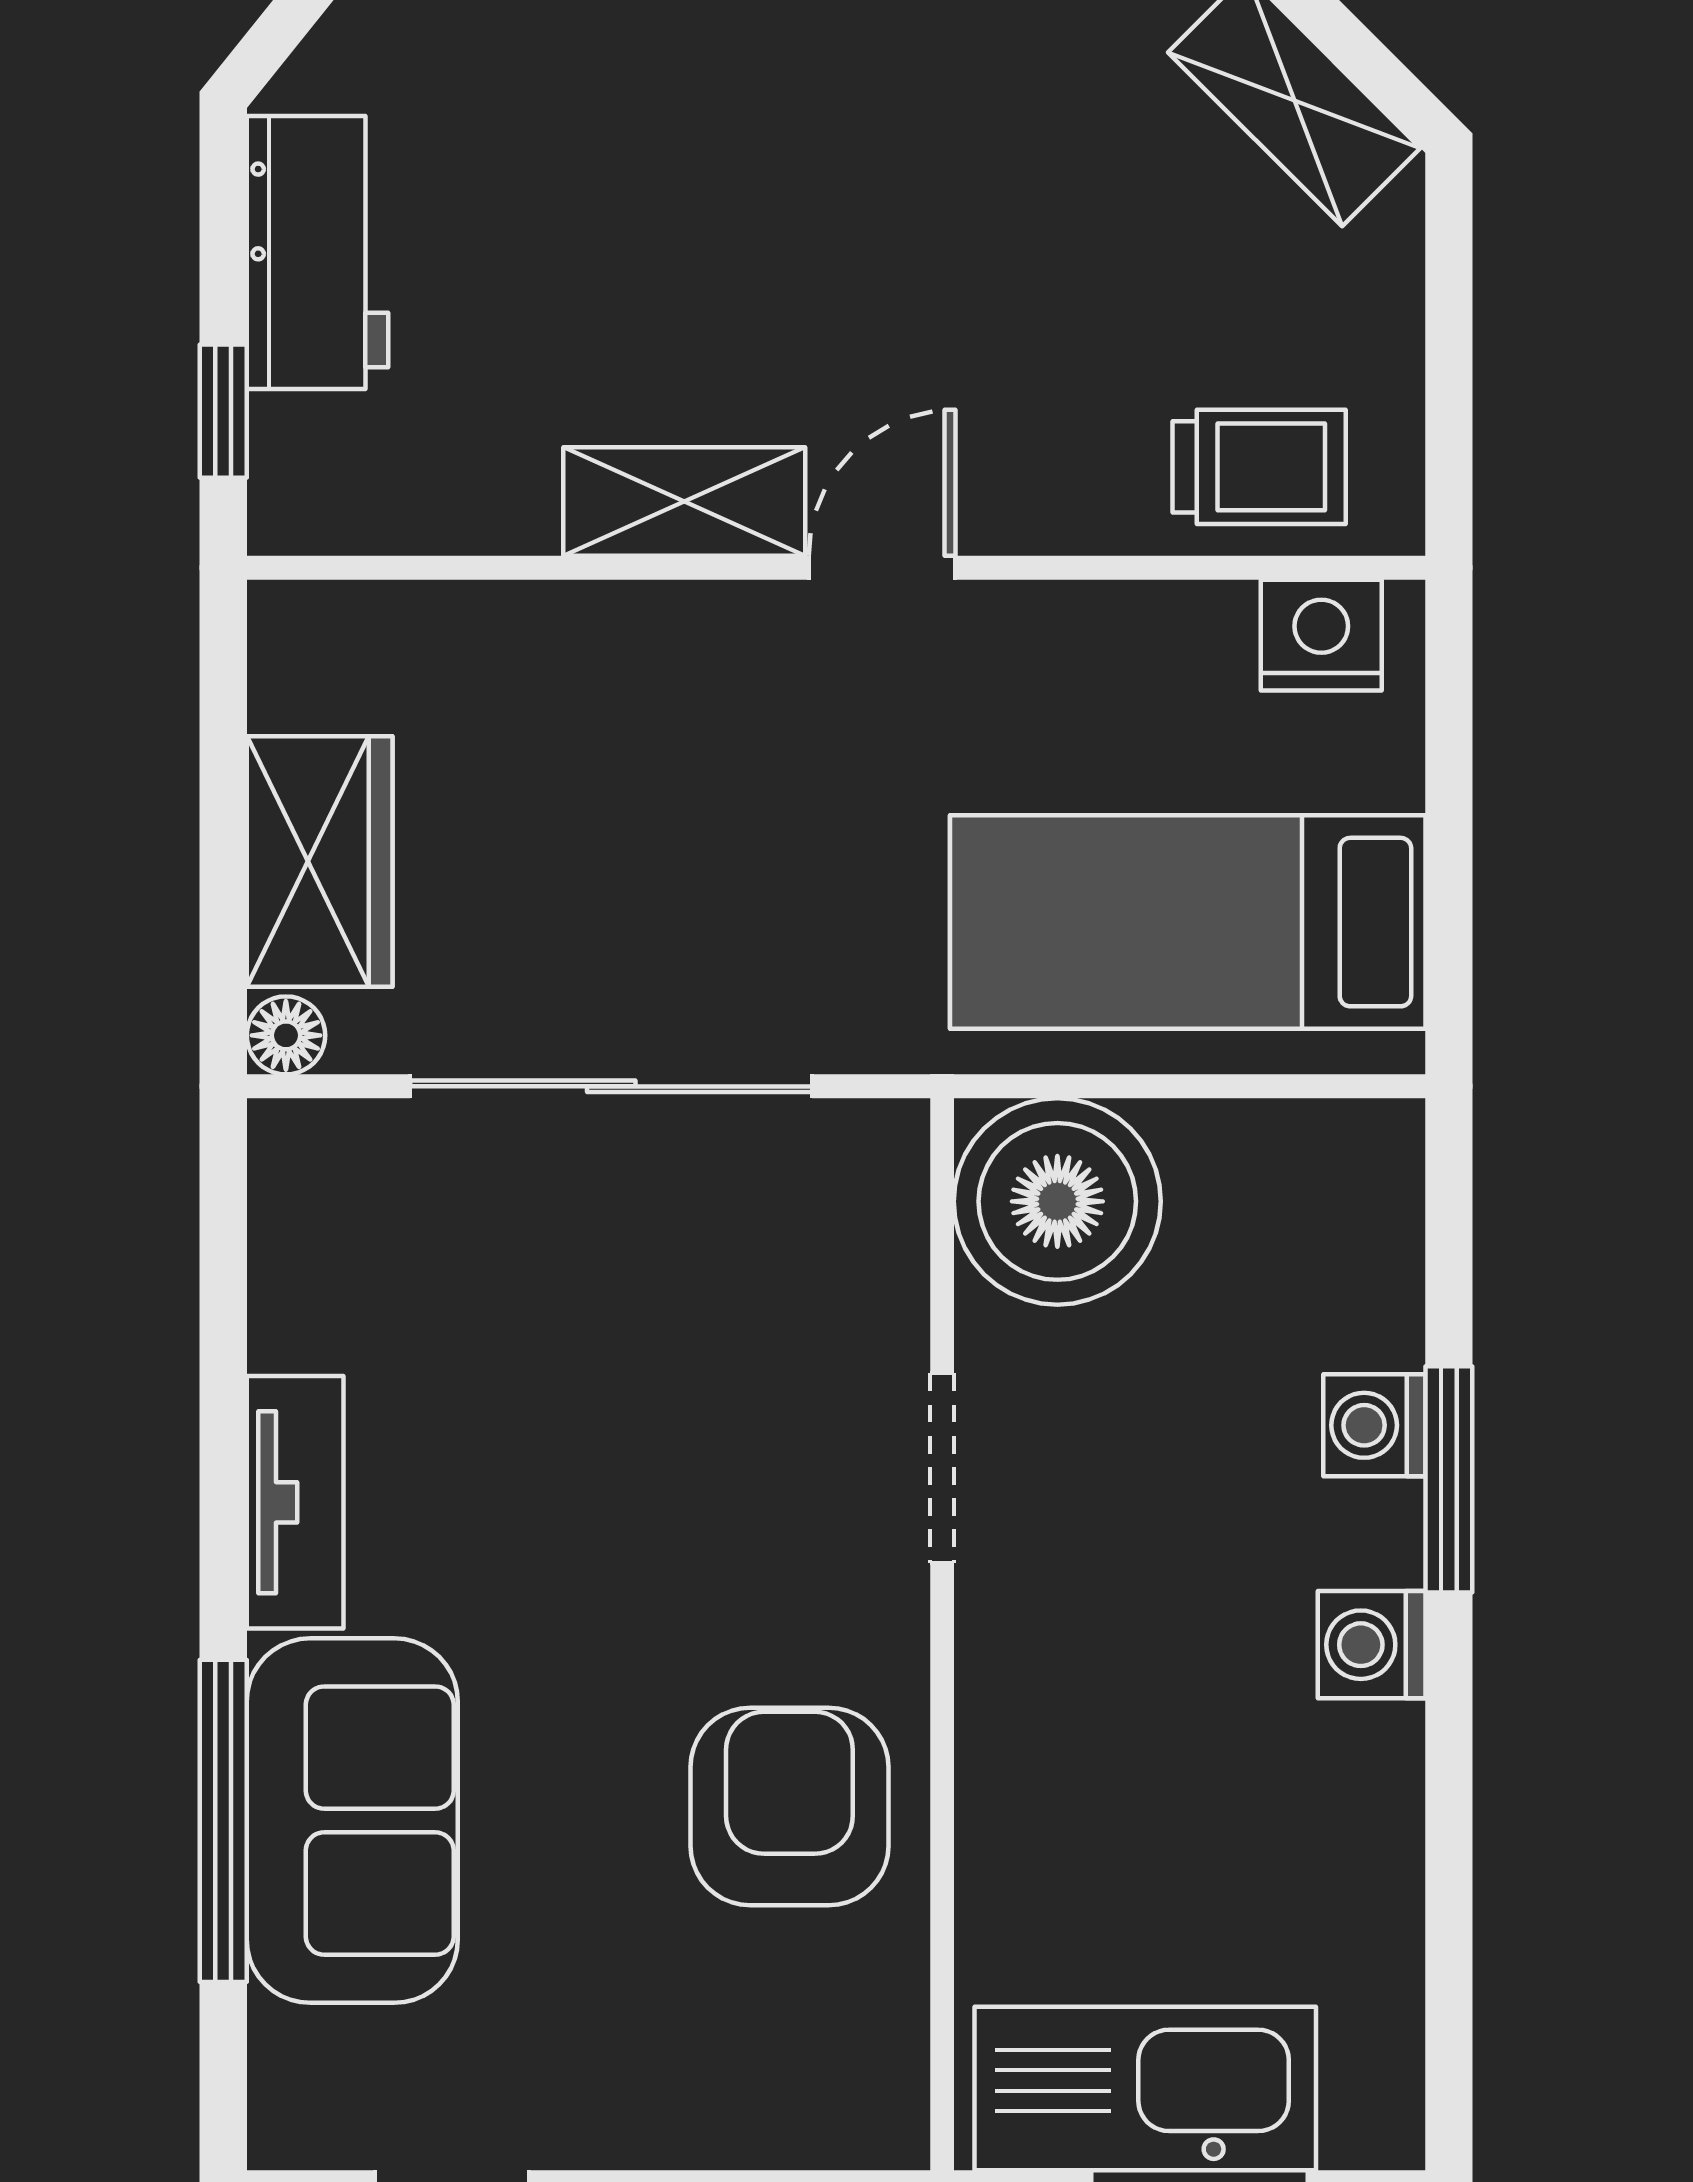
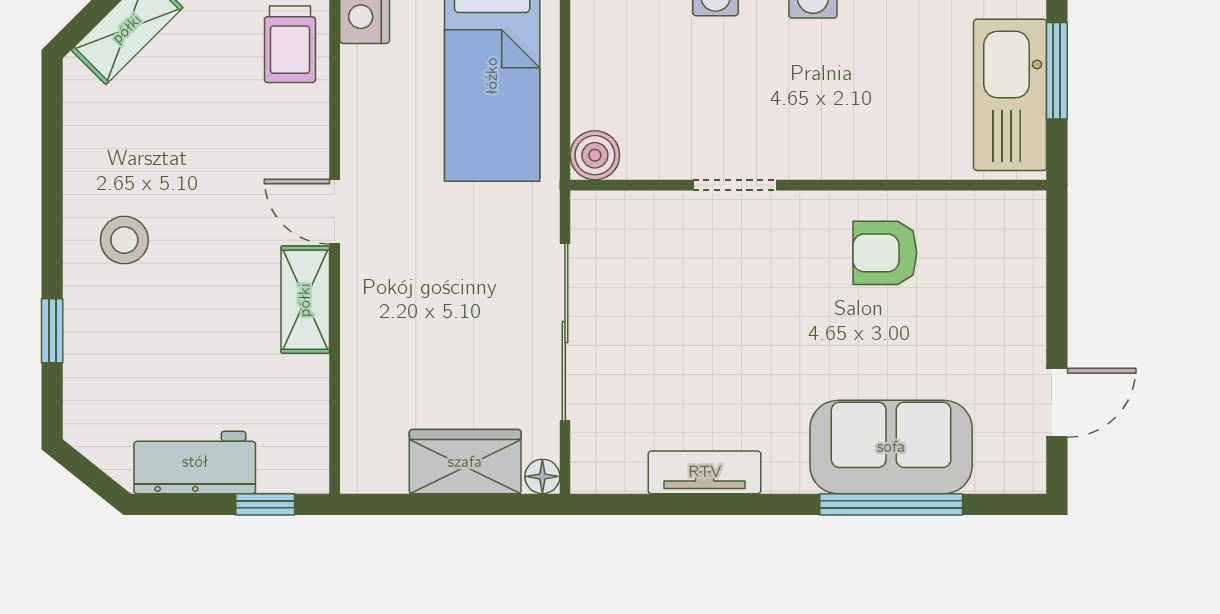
stool: (818, 94) -> (124, 240), added
trolley: (1259, 467) -> (290, 44), turned 180
boiler: (1057, 1201) -> (595, 155), width x0.54, depth x0.54
tv unit: (295, 1502) -> (705, 472), moved
armchair: (789, 1806) -> (885, 253), width x0.72, depth x0.72

